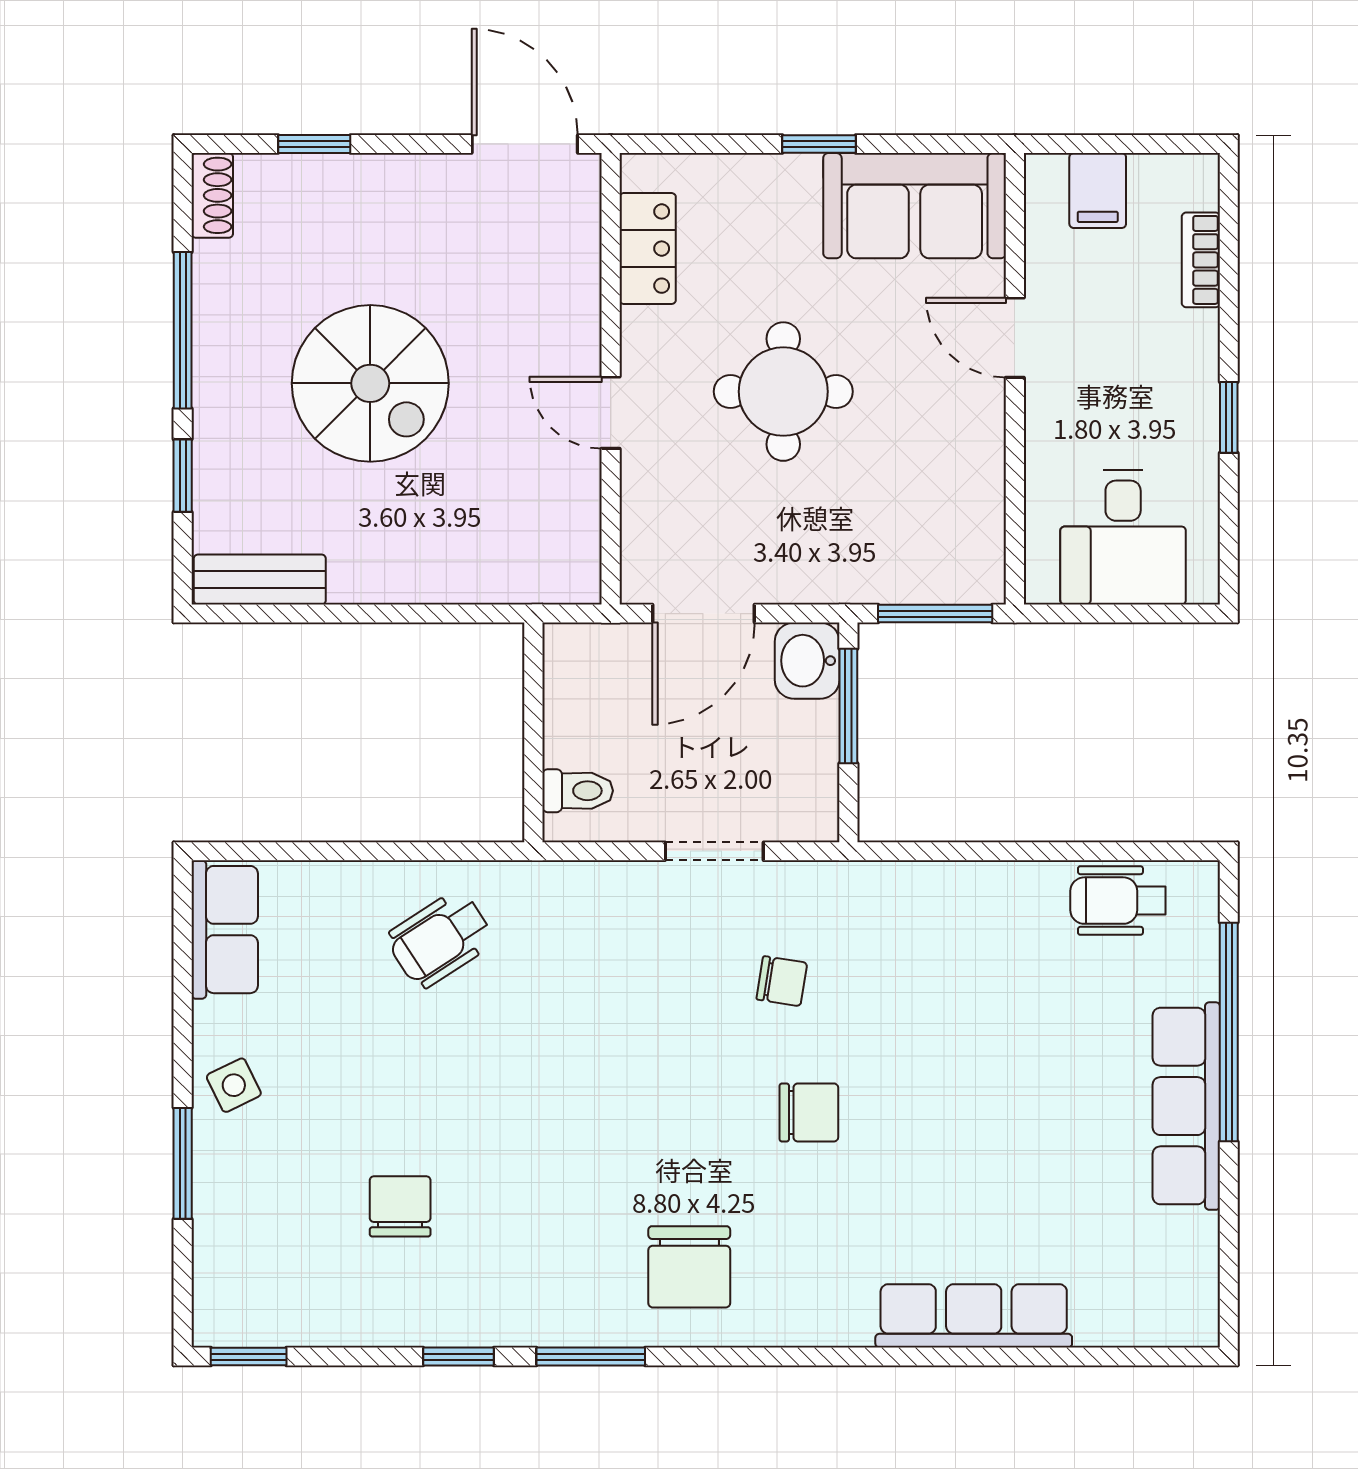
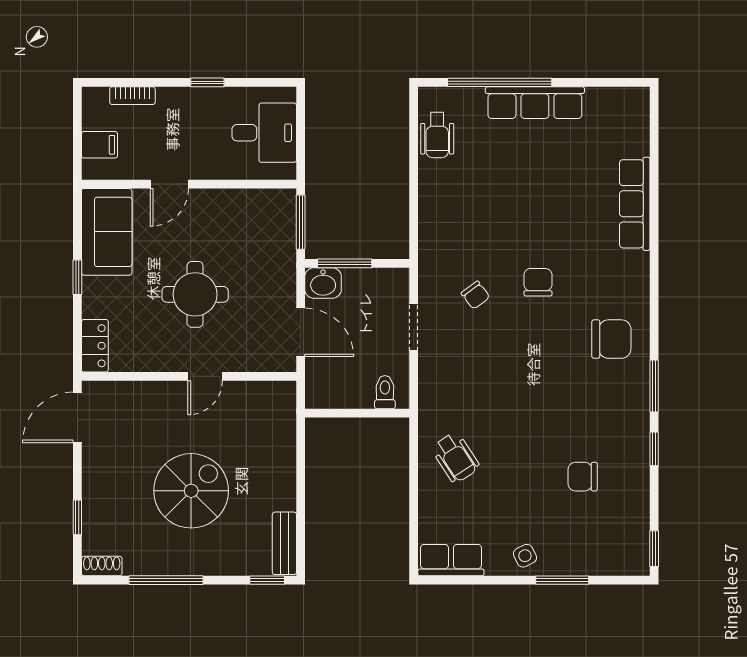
locker: (648, 249) -> (95, 346), moved, turned 90
window: (183, 476) -> (267, 580), moved
chair: (782, 981) -> (475, 295), turned 134

